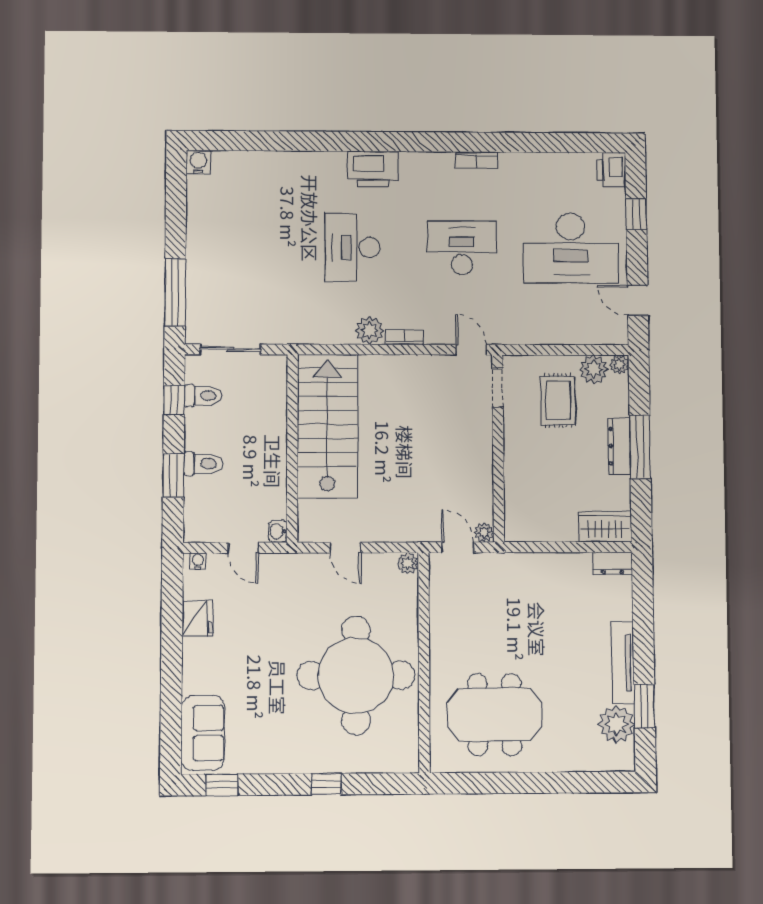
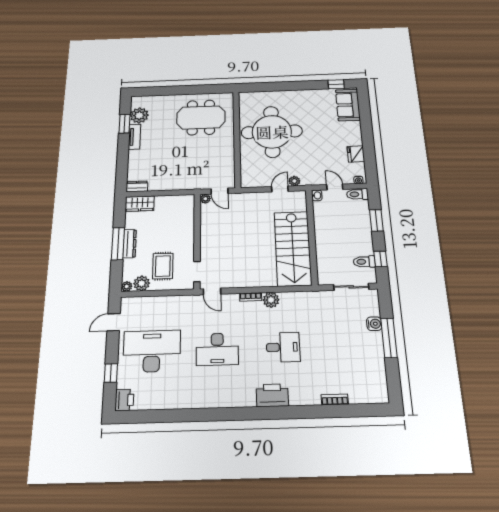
bookcase: (476, 160) -> (335, 399), moved
water cooler: (198, 162) -> (374, 324), moved, turned -90
desk: (353, 247) -> (283, 347), width x0.73
window: (175, 292) -> (389, 338), moved
door: (638, 301) -> (114, 322), swing flipped
toilet: (203, 464) -> (357, 194), moved
door: (345, 548) -> (280, 189), hinge flipped
plant: (408, 563) -> (294, 181), moved
tv unit: (623, 662) -> (135, 137), width x0.71
window: (326, 784) -> (285, 86), removed

